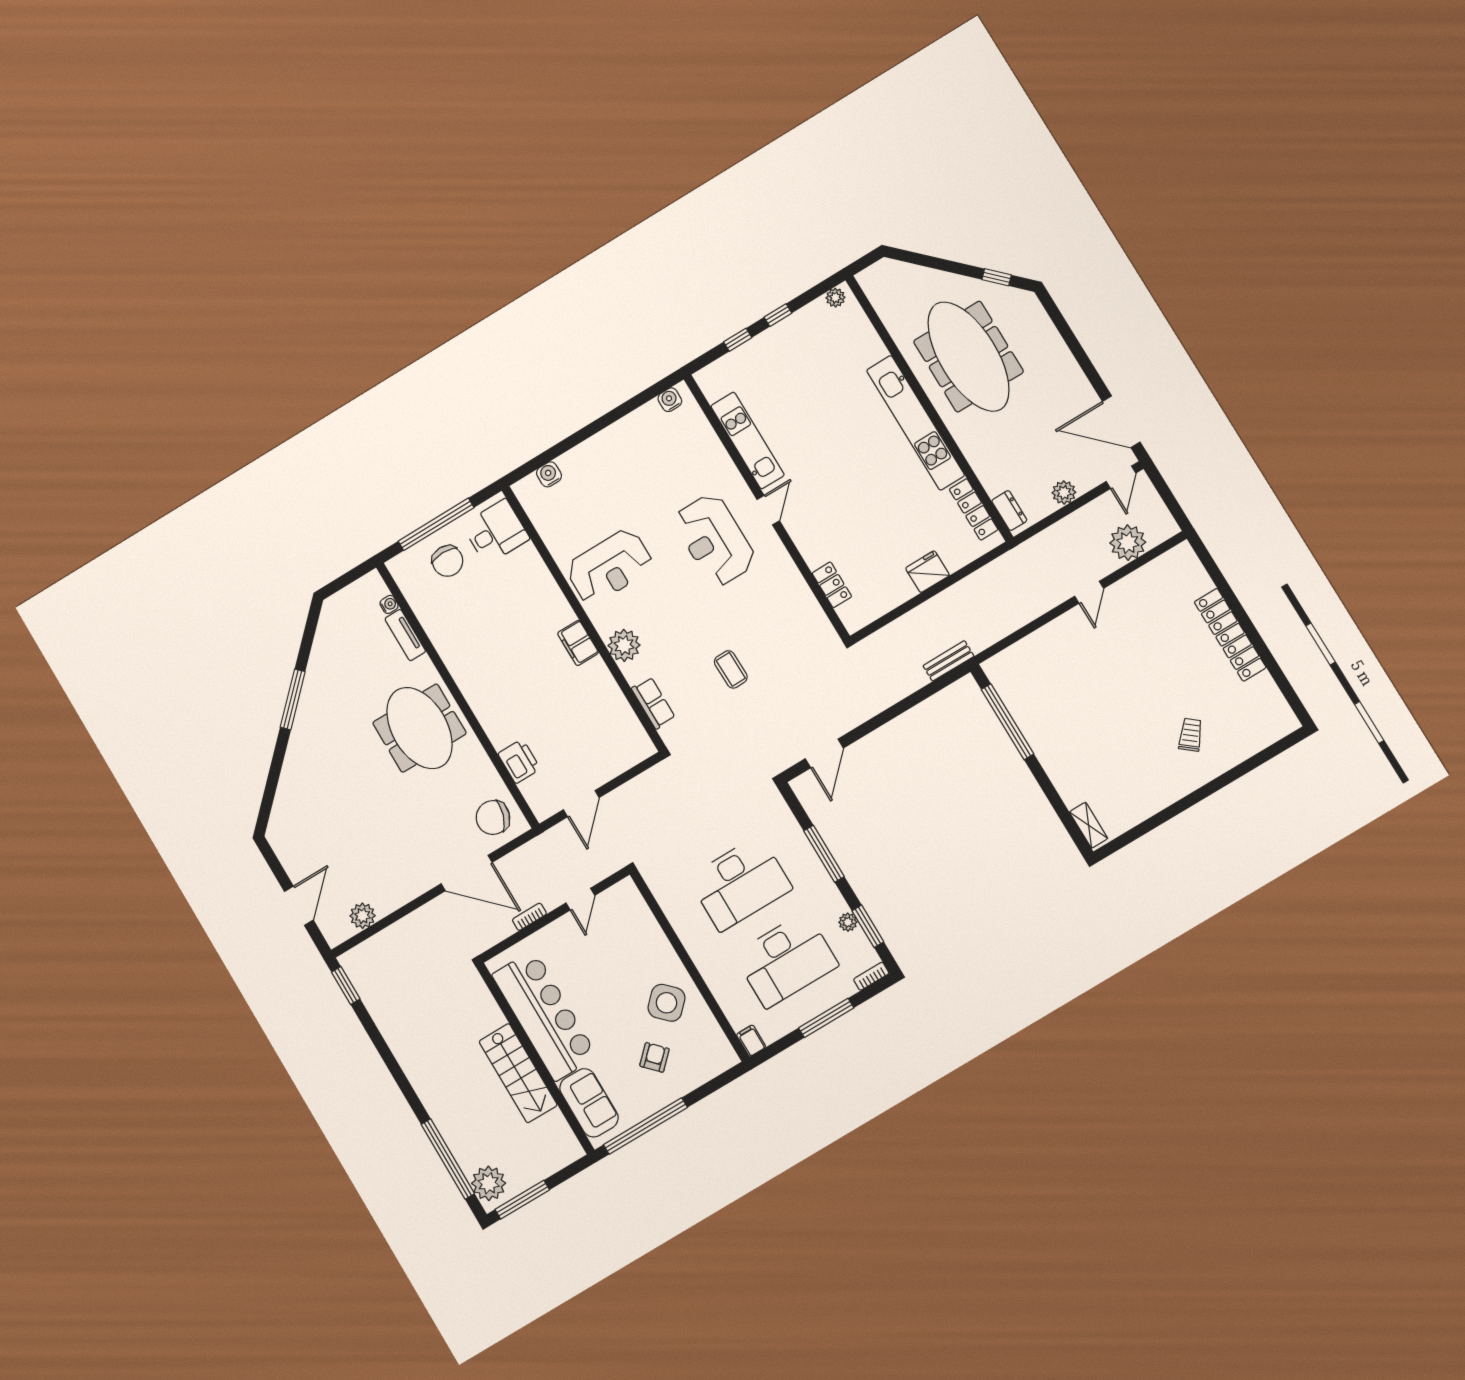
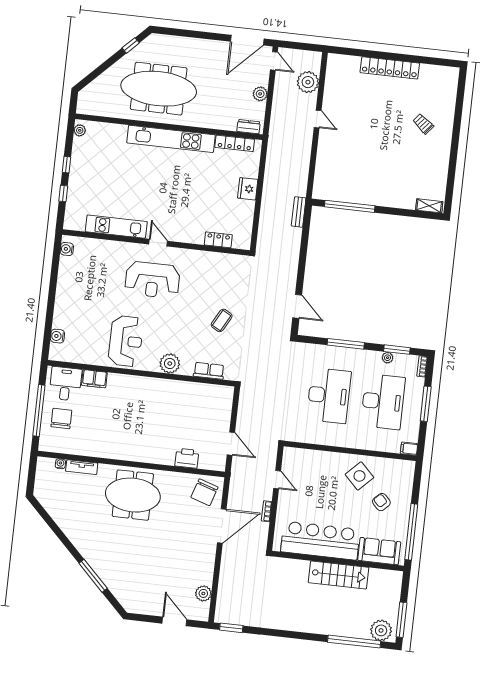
chair: (448, 561) -> (61, 419), turned -90
filing cabinet: (578, 643) -> (94, 379), moved
coffee table: (731, 669) -> (222, 320), turned -60
window: (293, 699) -> (93, 576), moved

